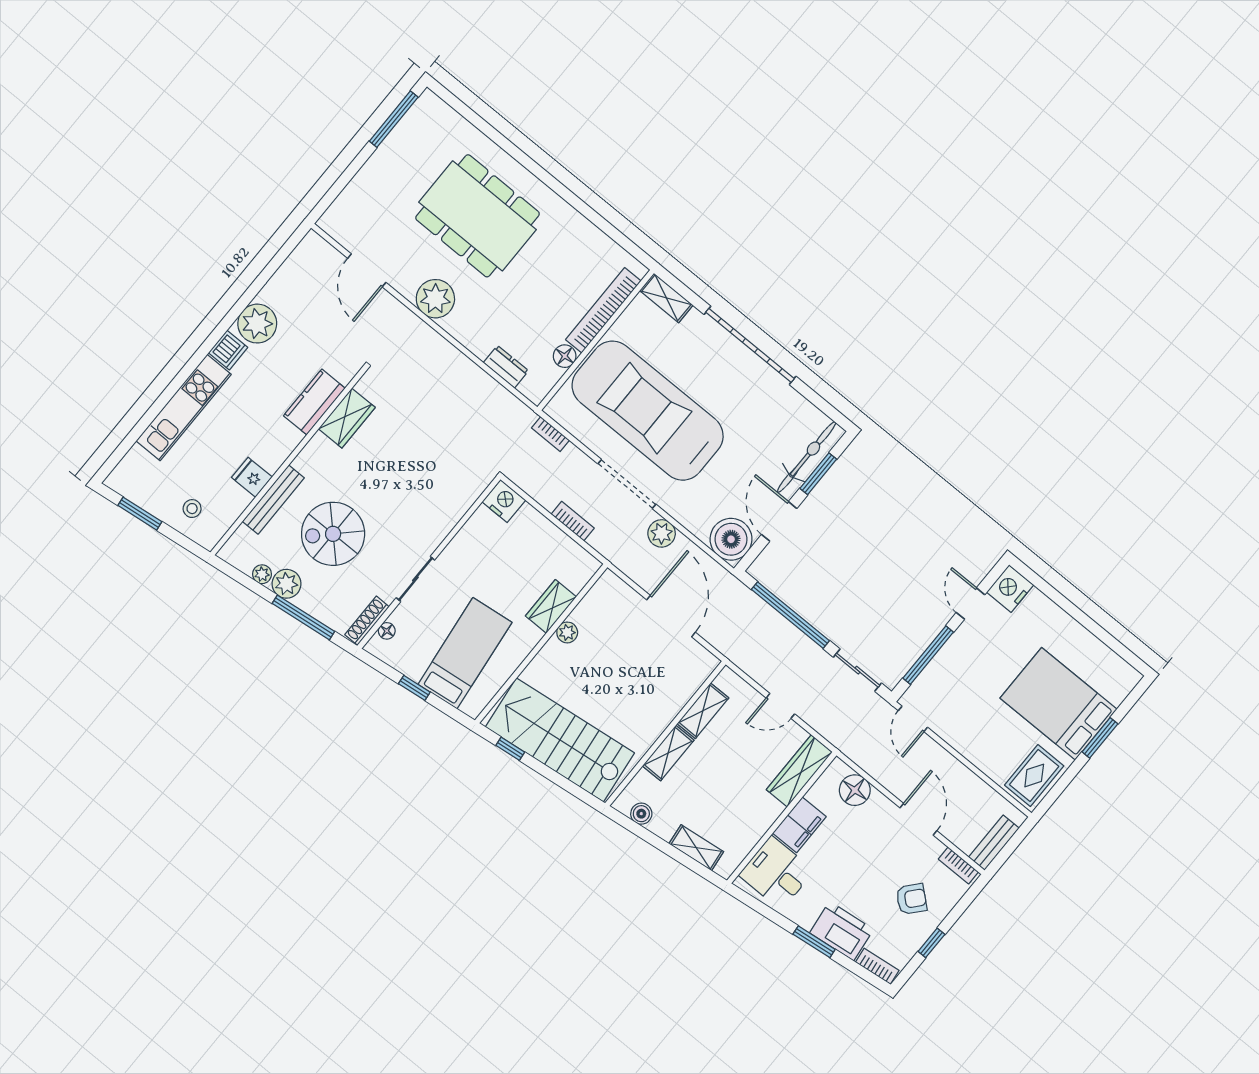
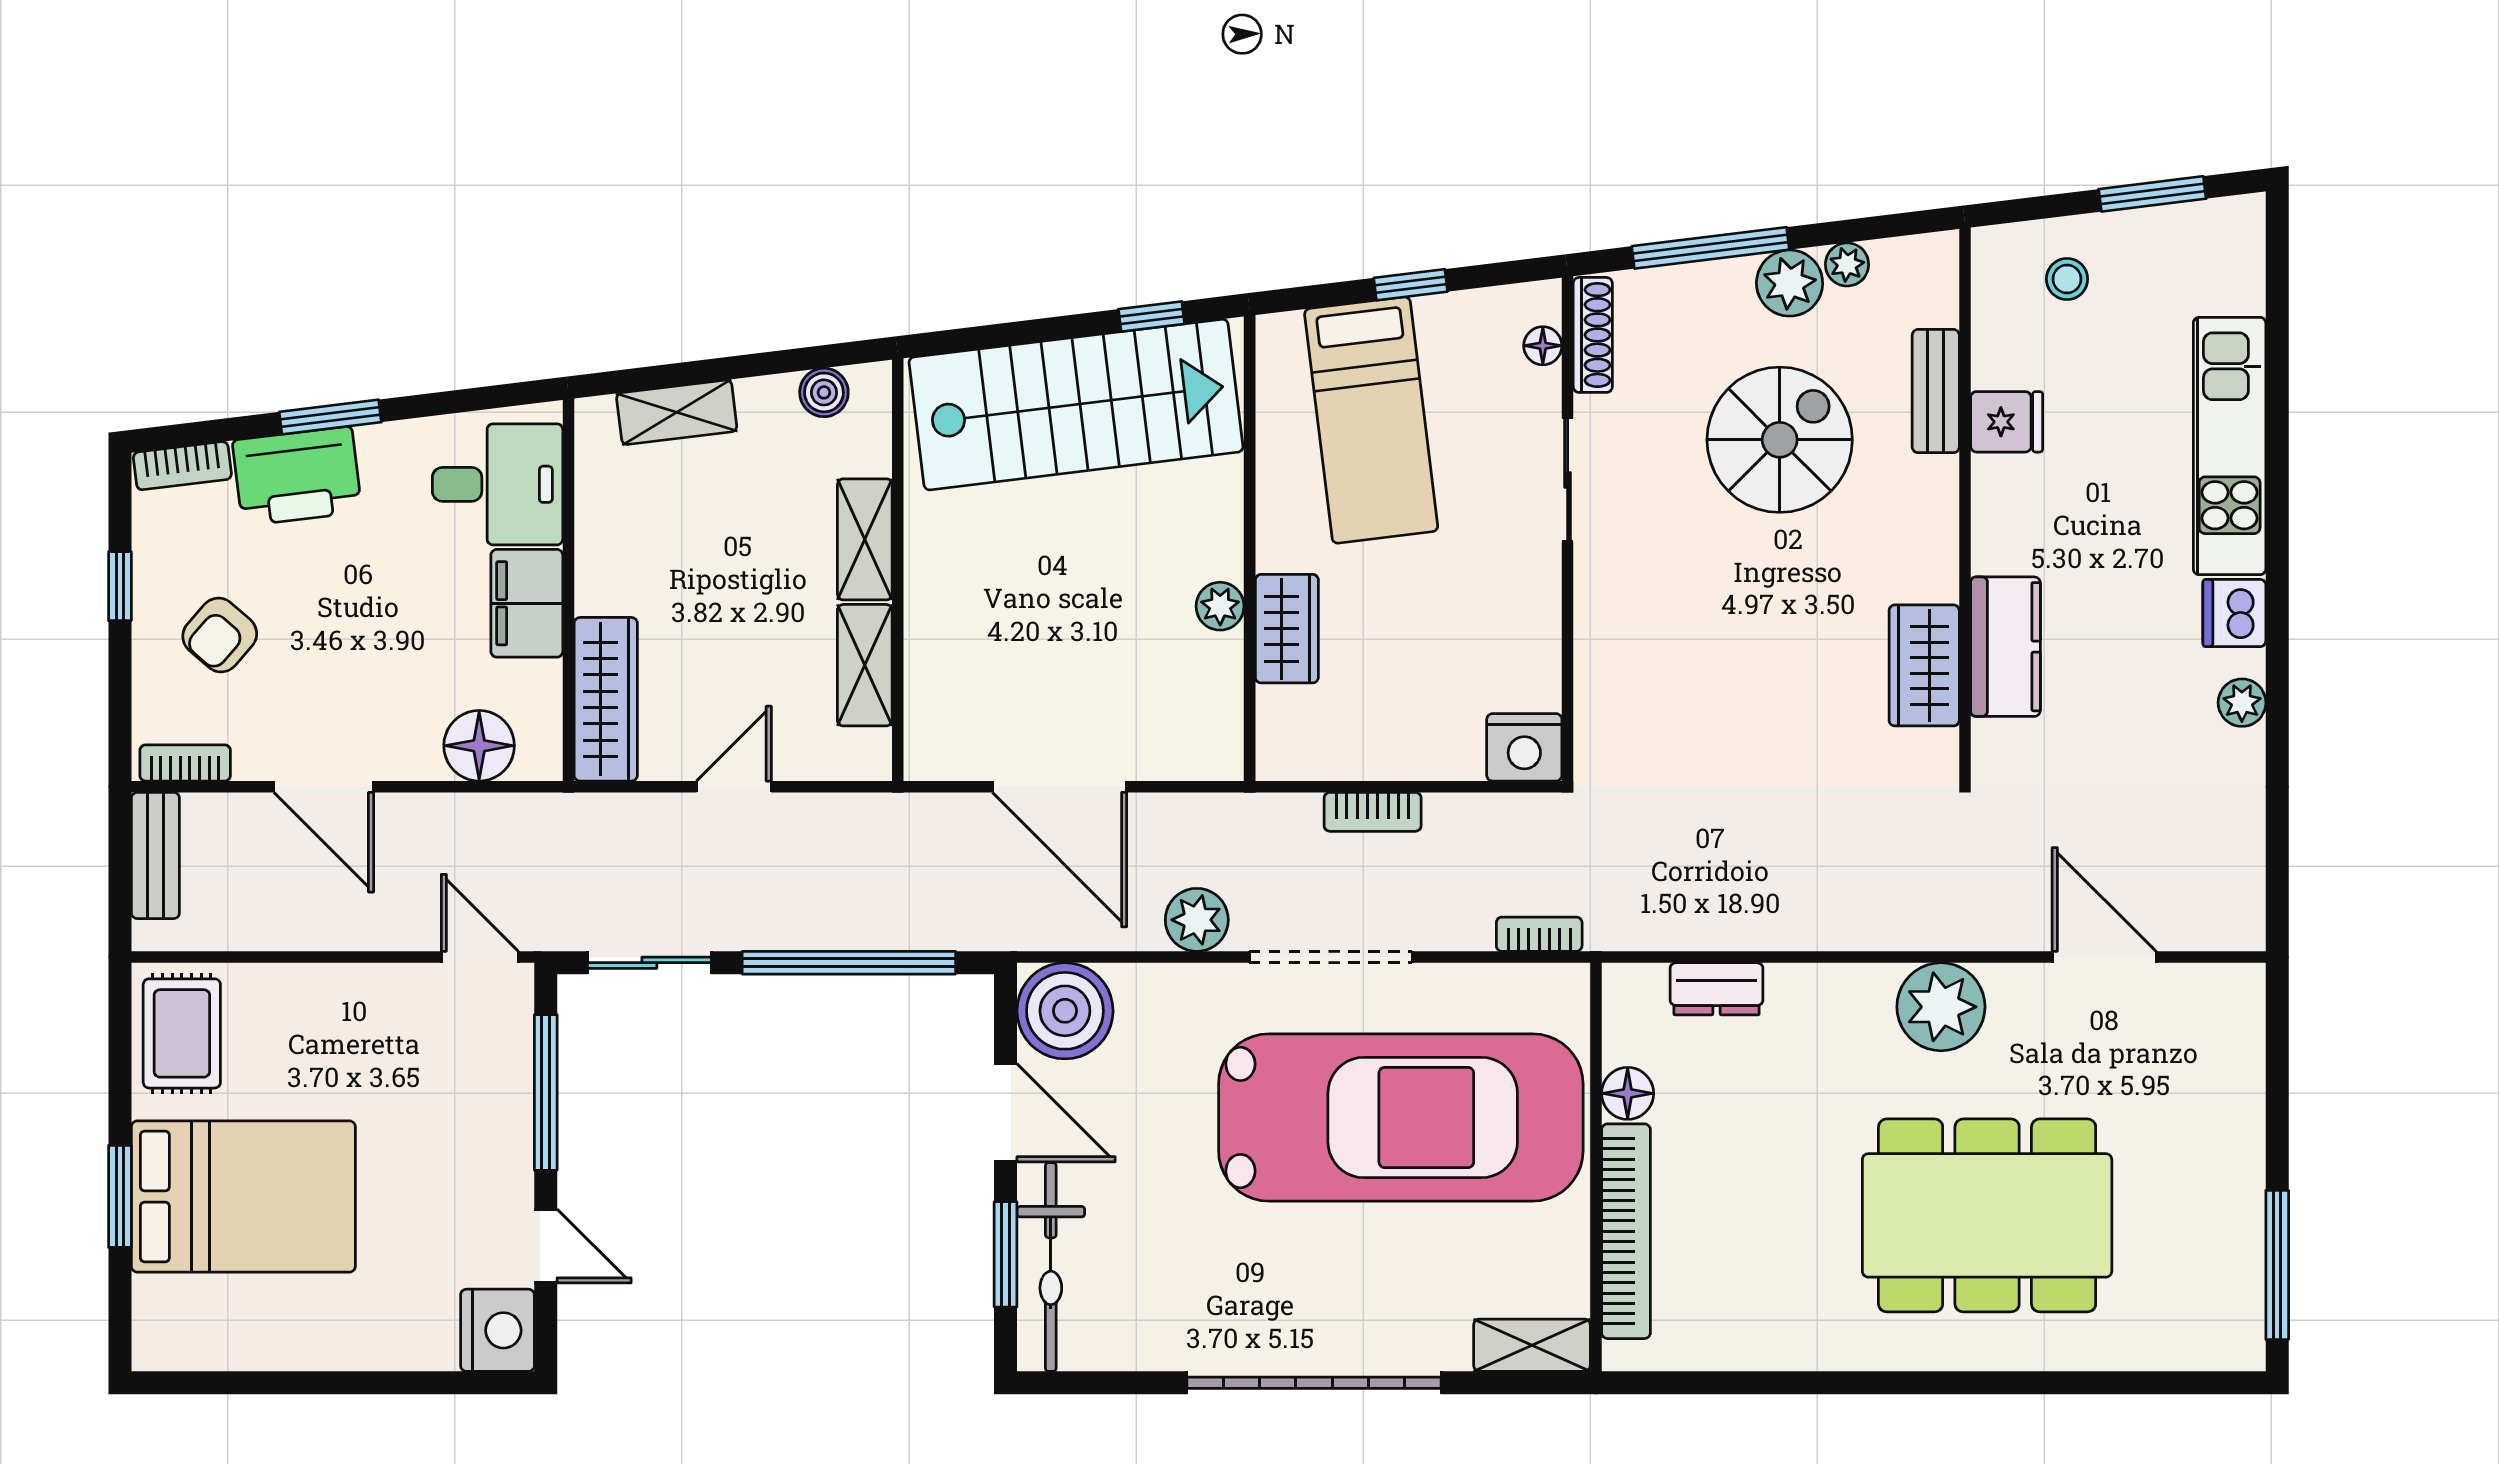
plant: (257, 324) -> (2242, 703), width x0.53, depth x0.53
bench: (273, 500) -> (1936, 391), width x0.73

